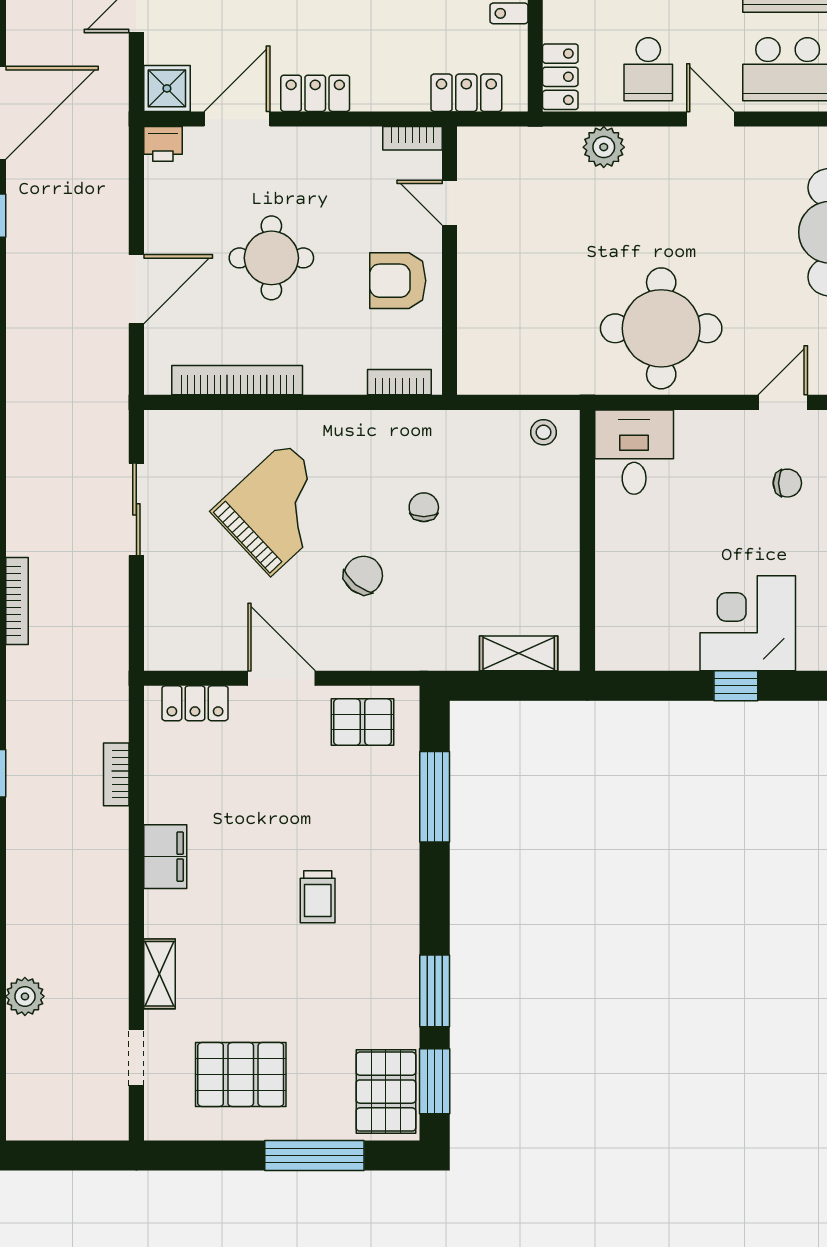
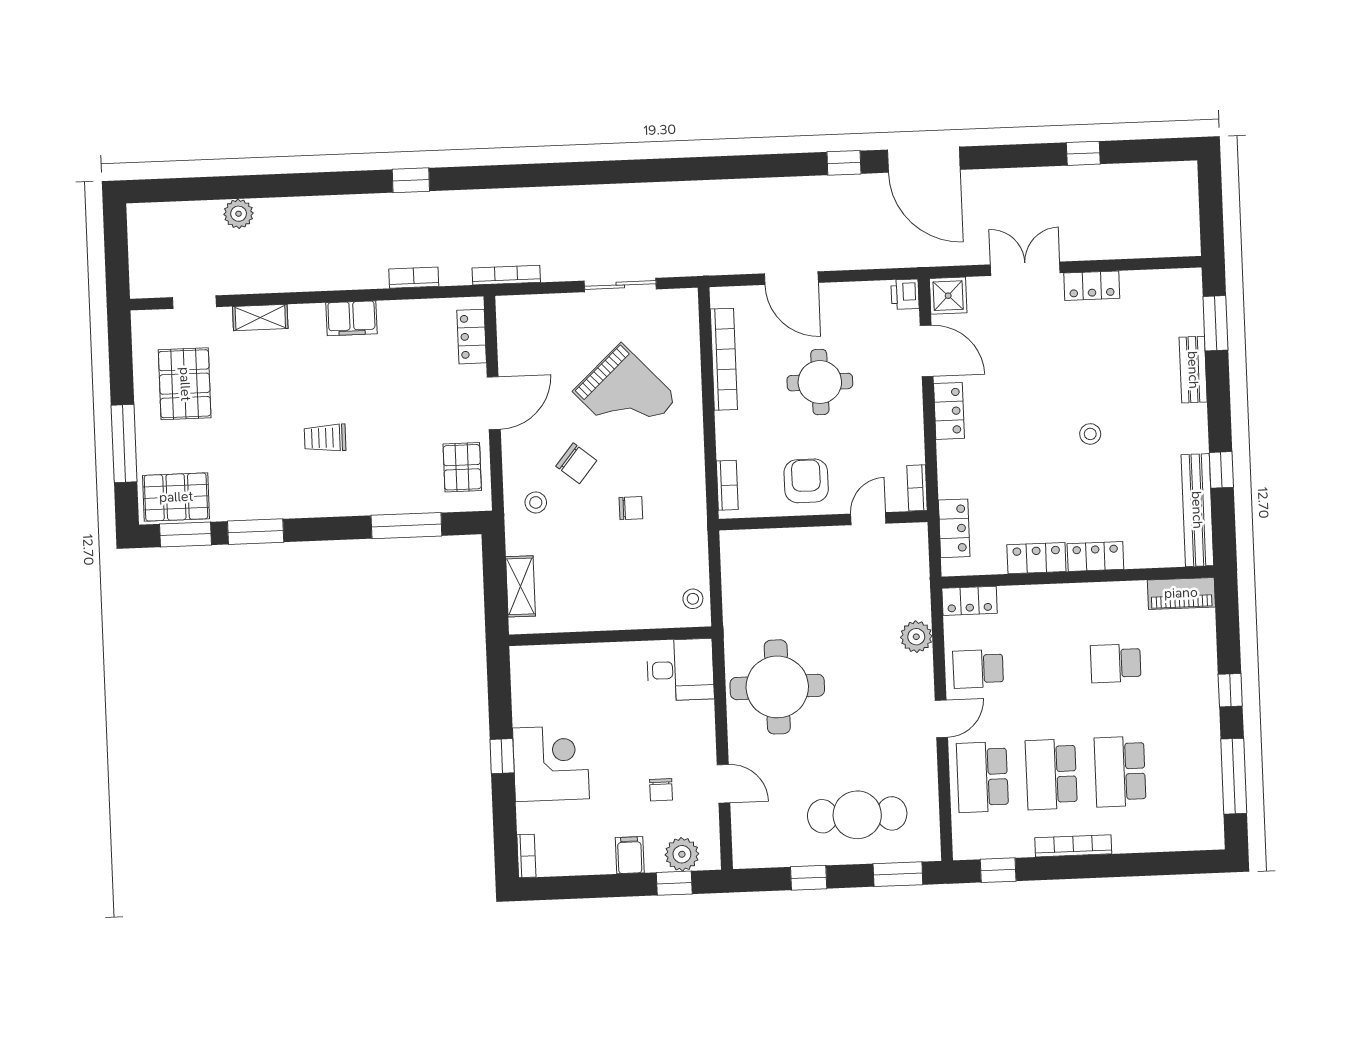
bookcase: (17, 601) -> (506, 275), moved, turned 180
stool: (412, 629) -> (536, 502), added

